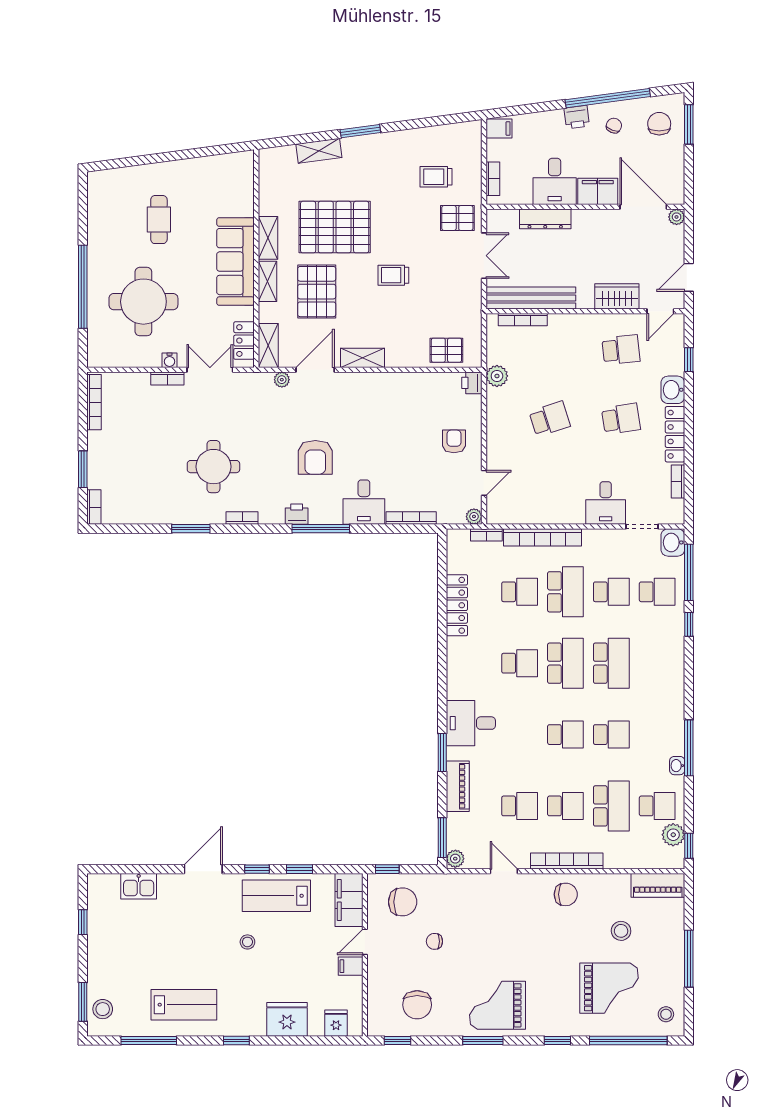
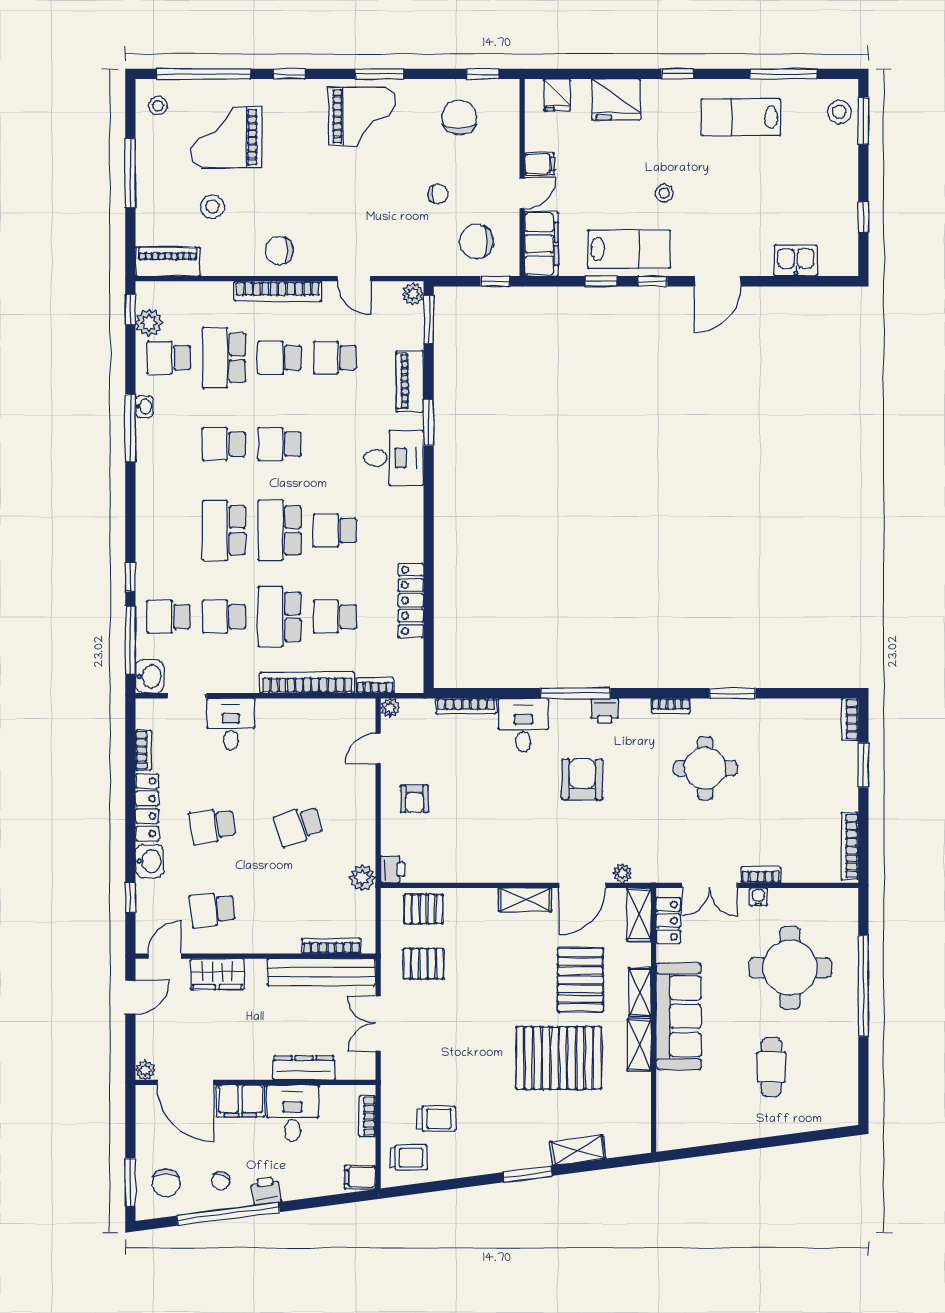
pallet: (457, 218) -> (423, 964), moved
trolley: (393, 275) -> (409, 1158), moved

